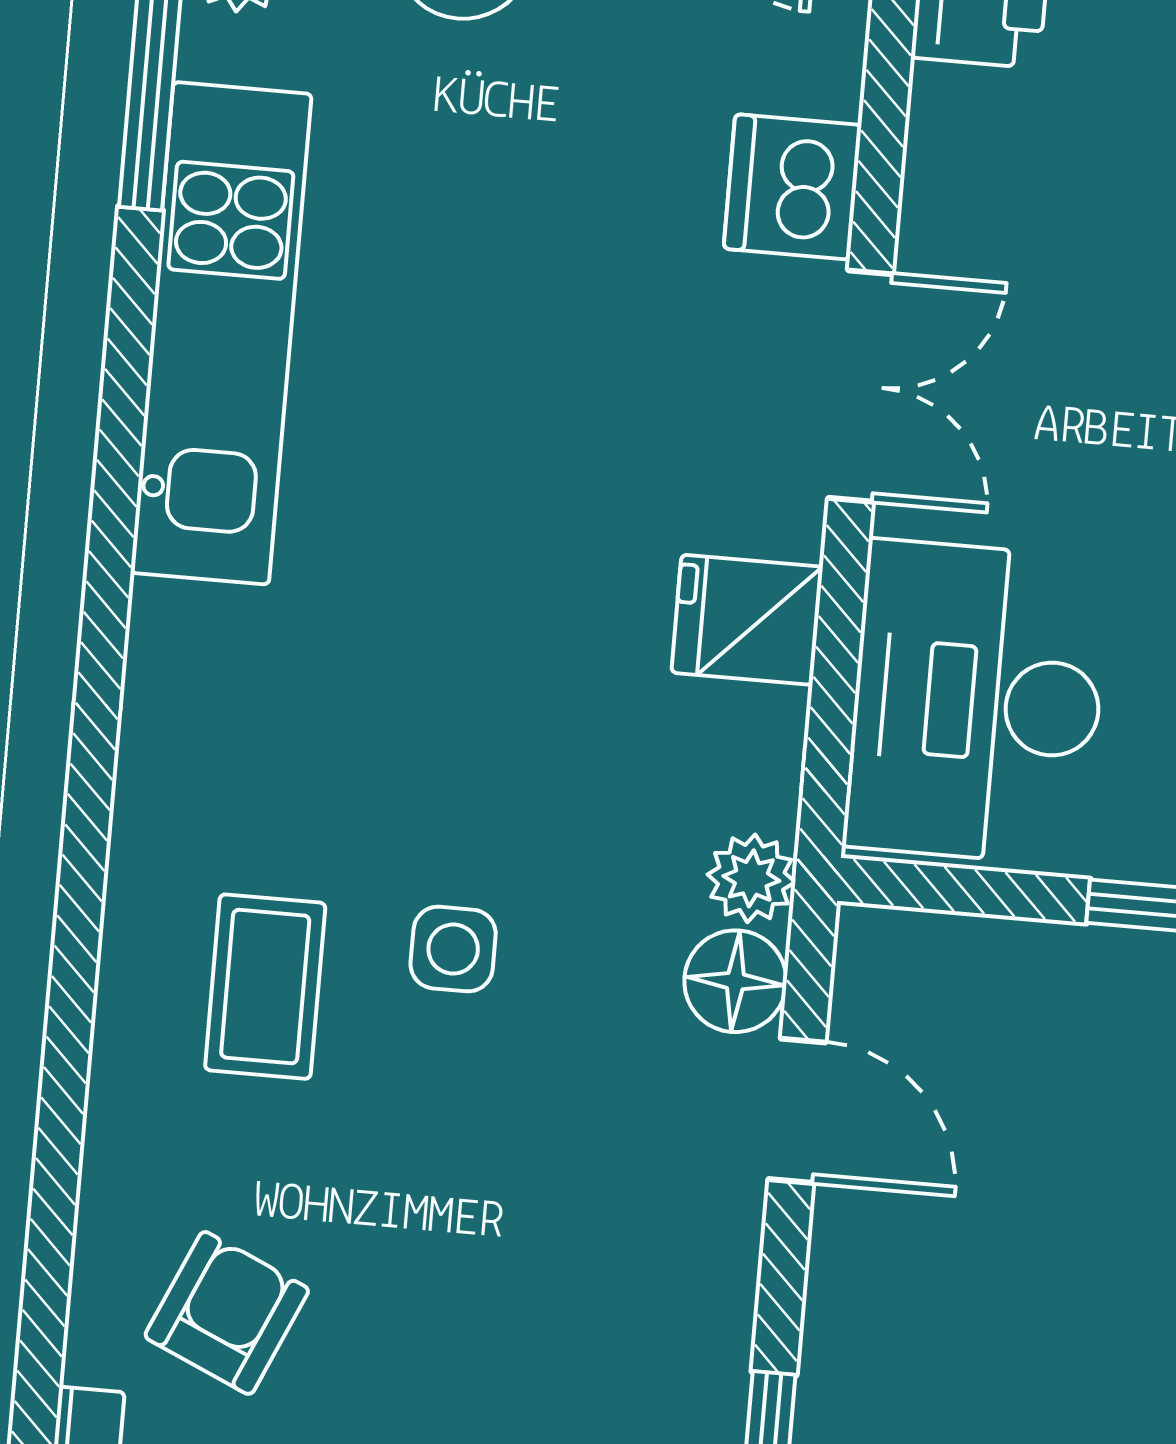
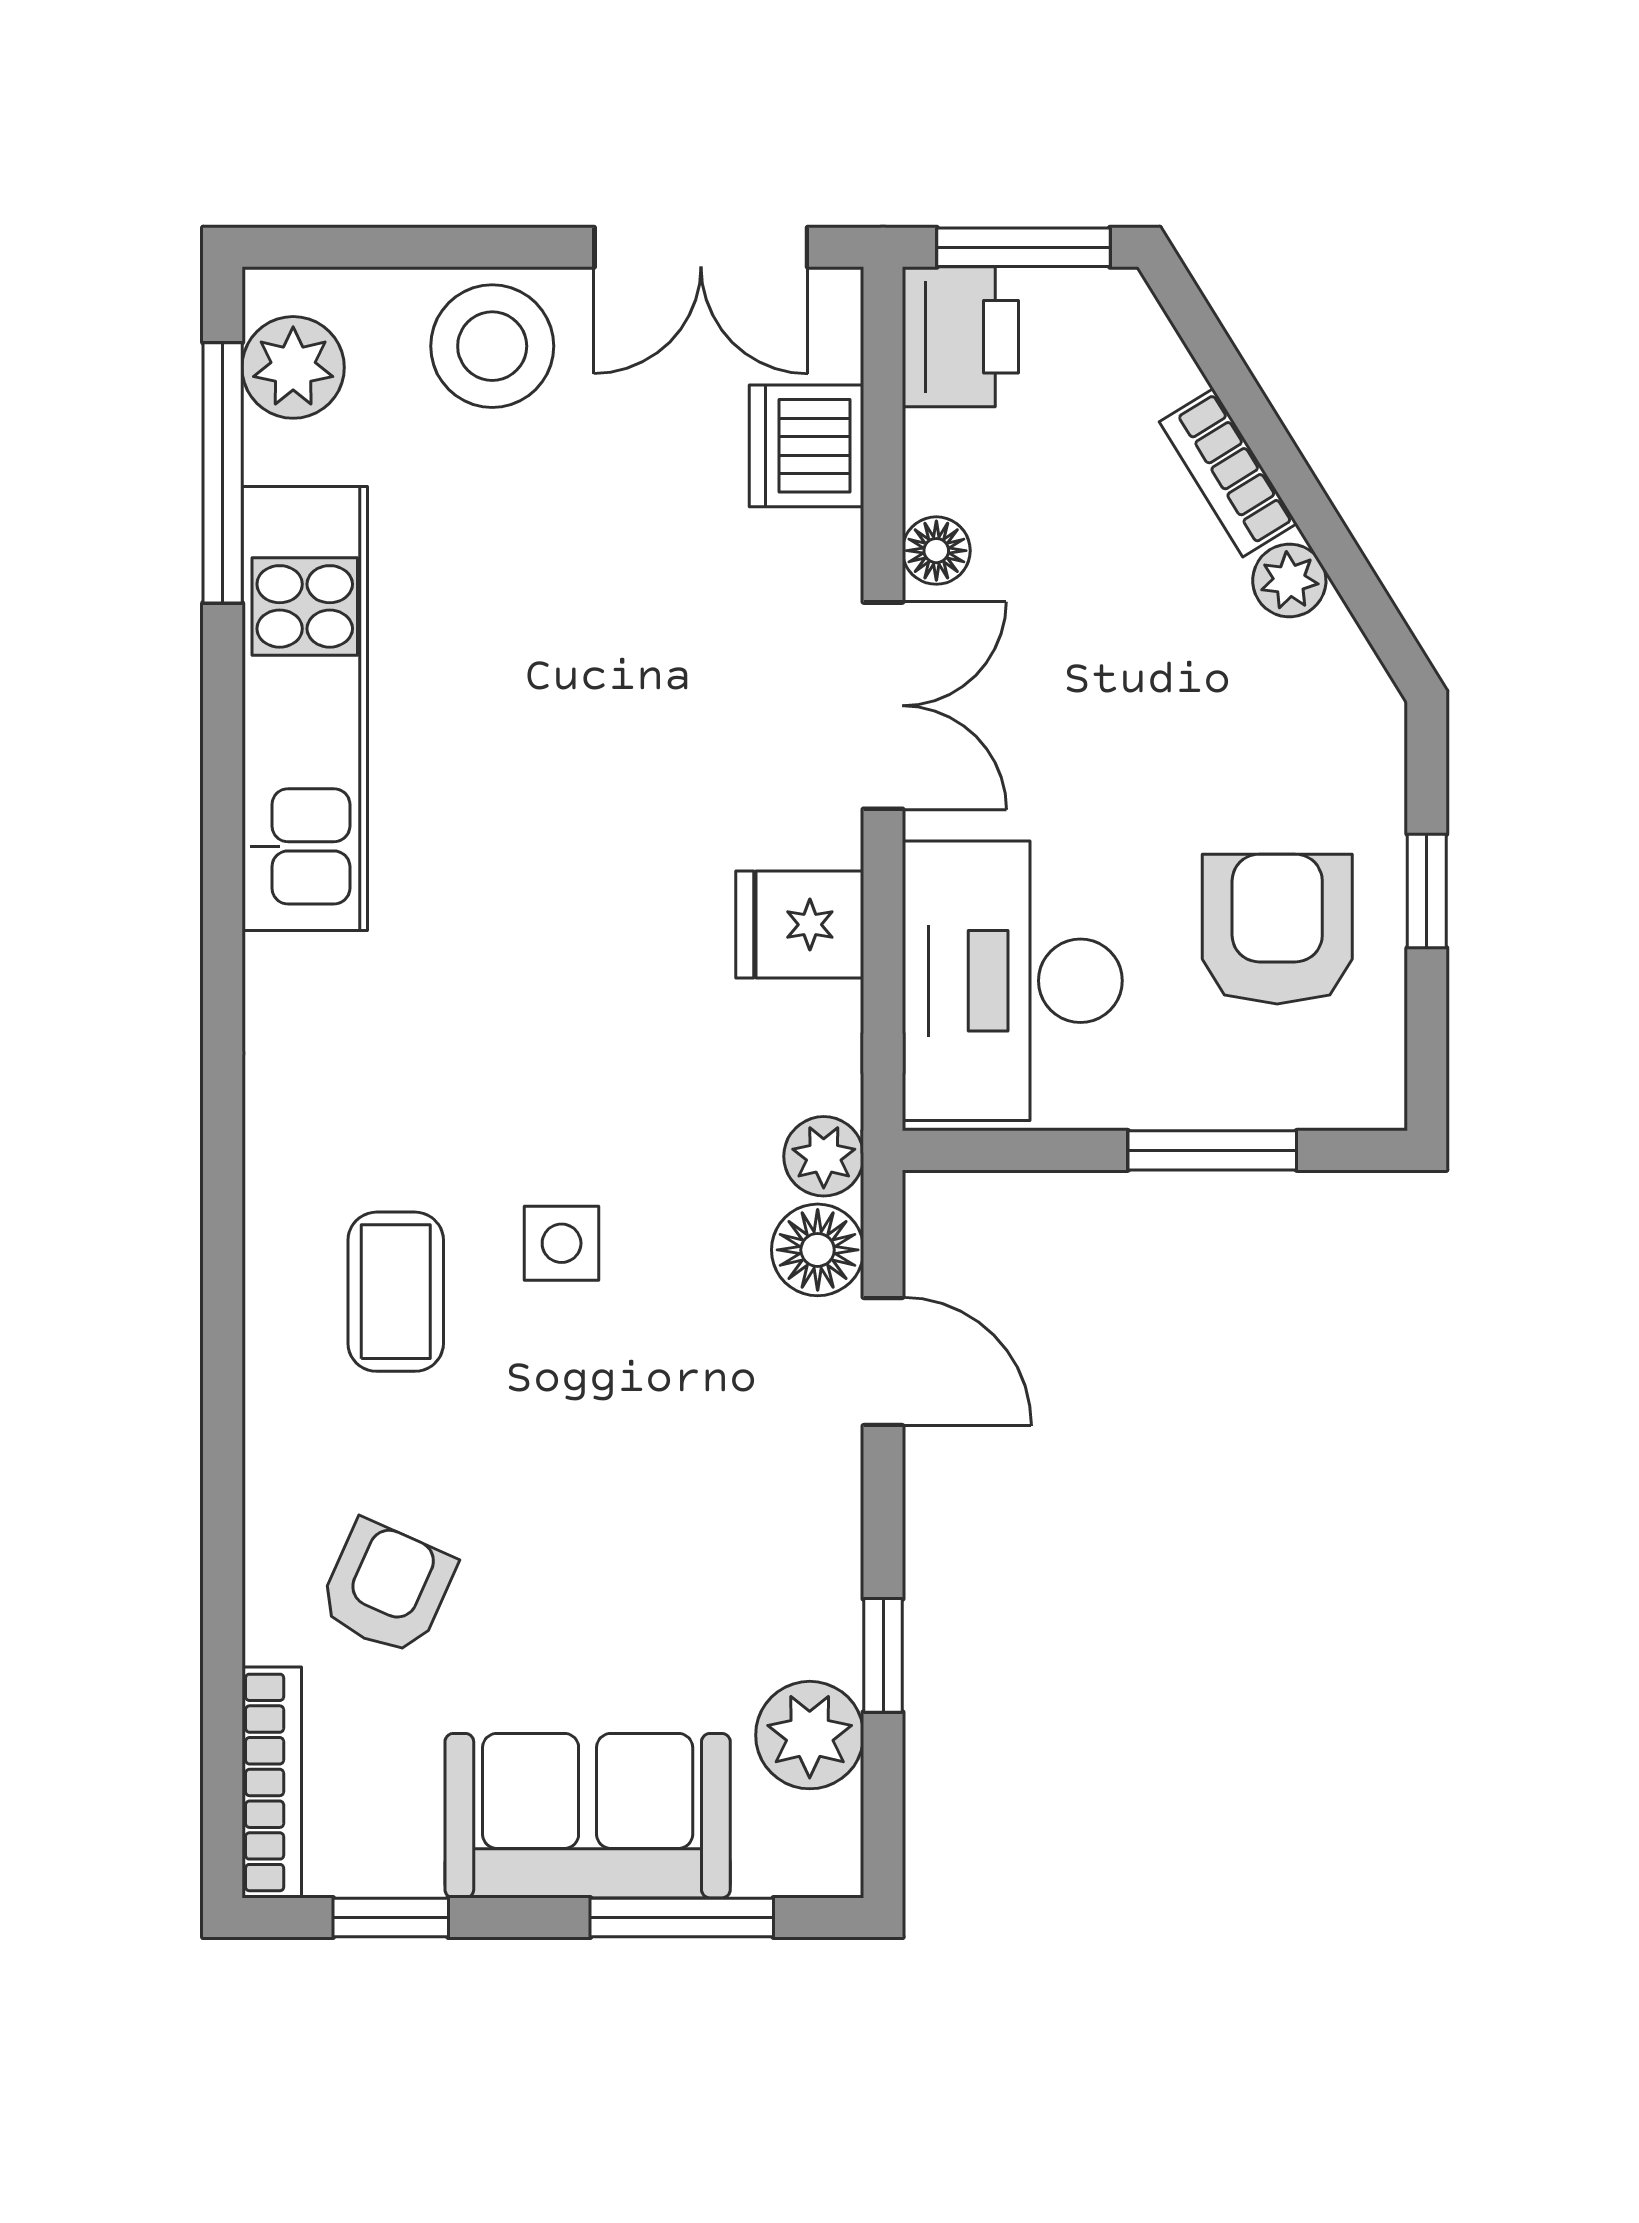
dishwasher: (793, 187) -> (806, 446), moved
floor lamp: (934, 220) -> (936, 551), added

